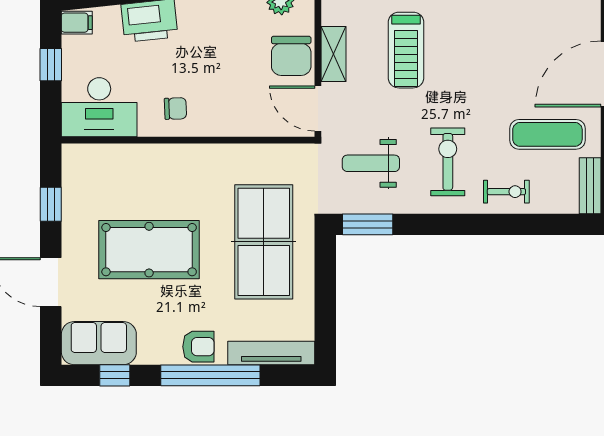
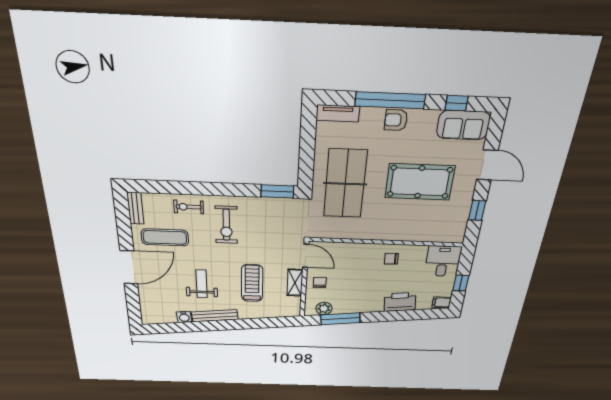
chair: (291, 56) -> (320, 283), width x0.54, depth x0.54
desk: (99, 107) -> (443, 261), width x0.73
weight bench: (371, 163) -> (202, 284), moved, turned -90
tv unit: (271, 353) -> (338, 113), width x0.71

